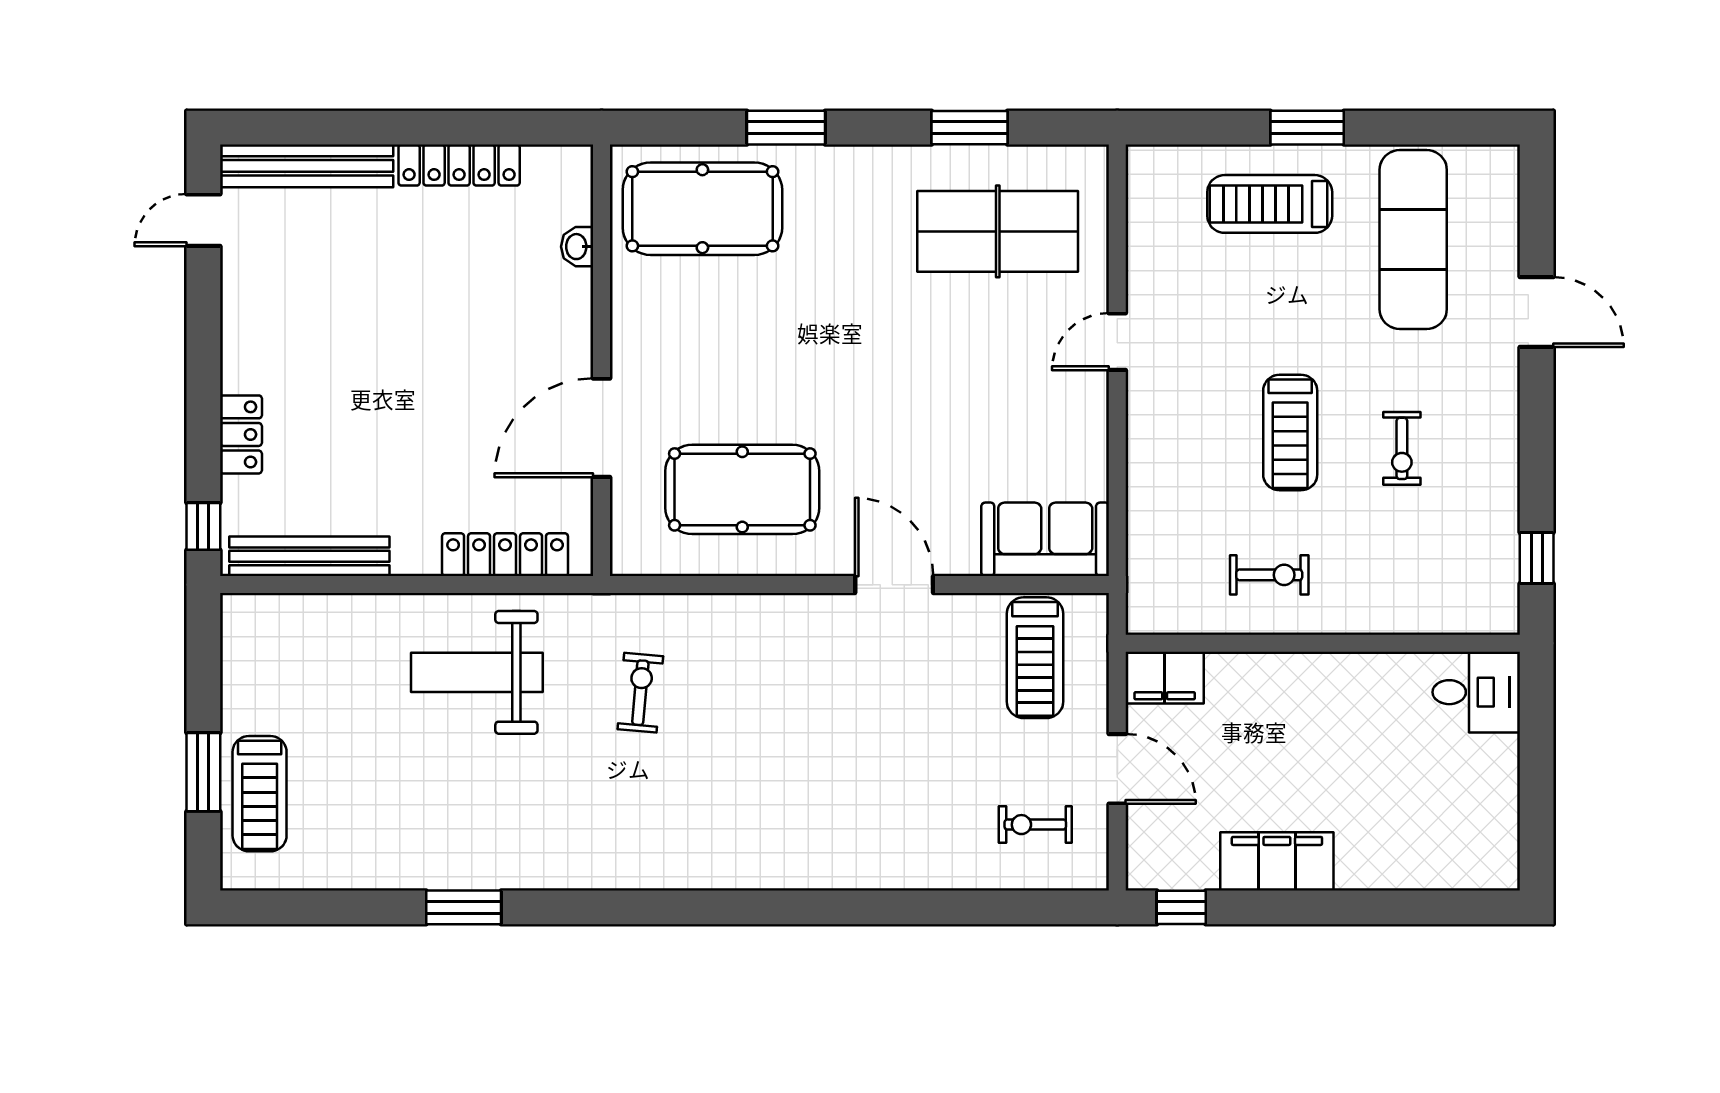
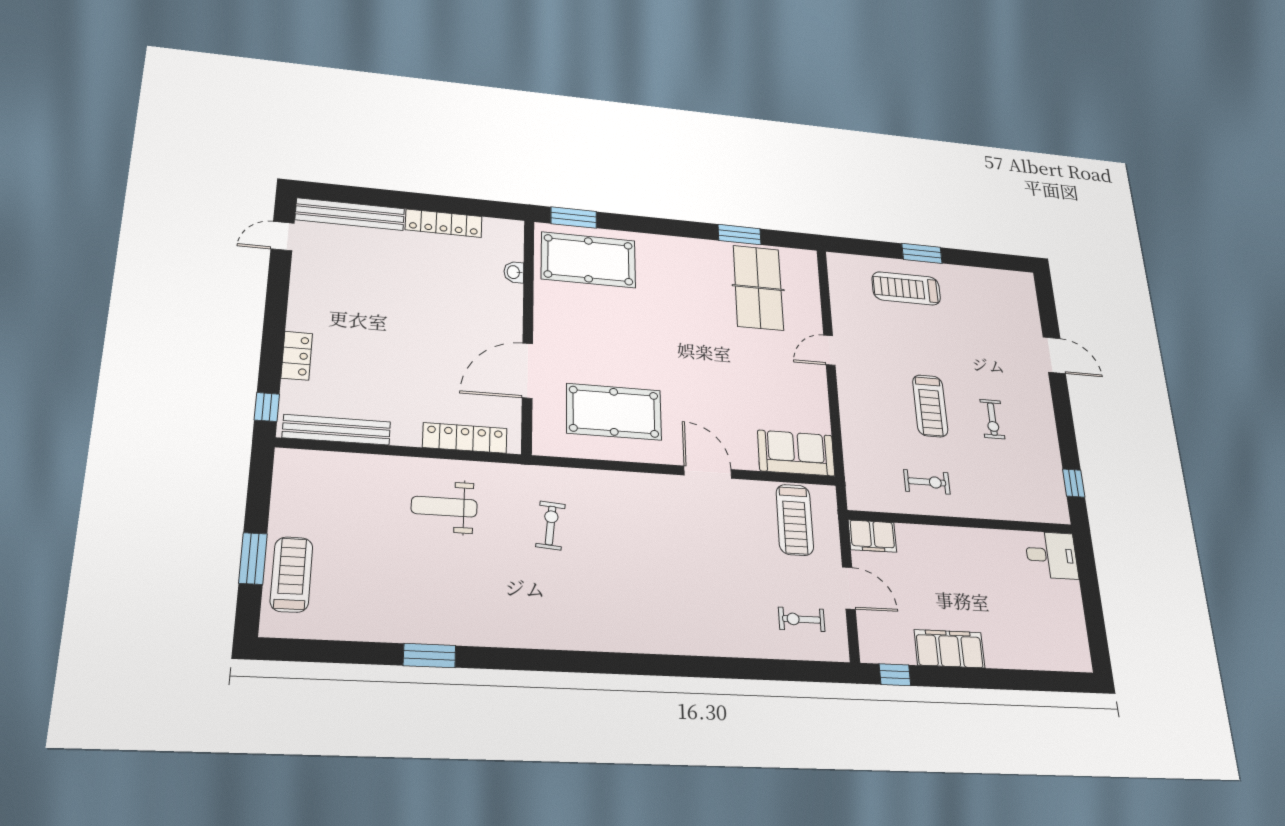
window: (786, 128) -> (574, 217), moved
table tennis table: (998, 231) -> (758, 288), turned 90
exercise mat: (1413, 240) -> (984, 313), removed
weight bench: (477, 672) -> (444, 507), width x0.73, depth x0.75
treadmill: (260, 794) -> (292, 574), turned 180

